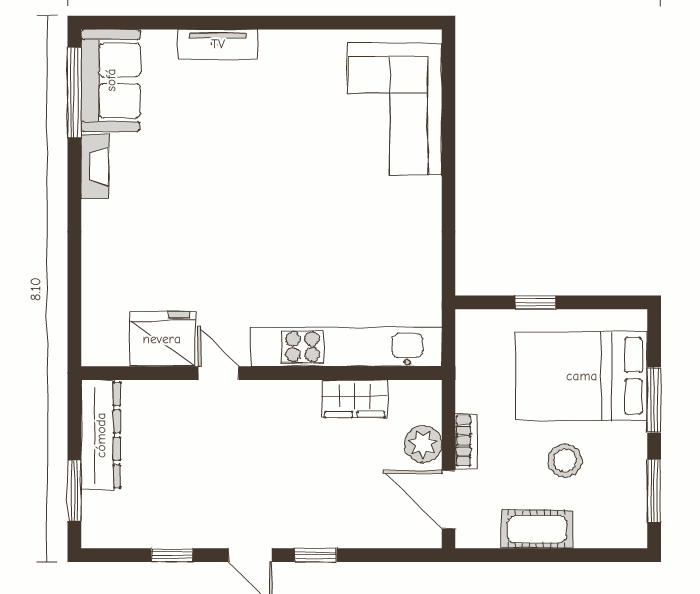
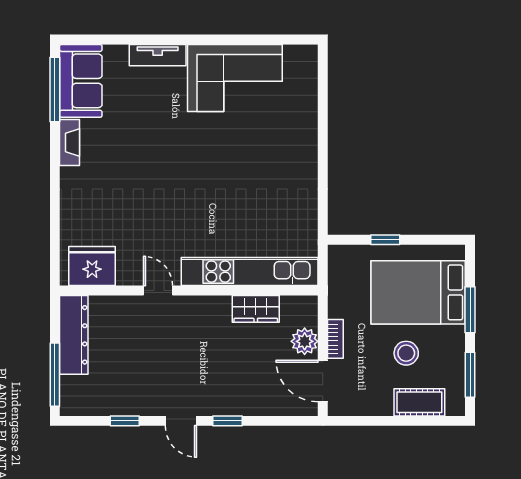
corner sofa: (395, 109) -> (235, 78), moved, turned -90
fridge: (162, 339) -> (92, 266), moved
window: (74, 491) -> (55, 375), width x1.44
cot: (537, 529) -> (419, 402), moved

